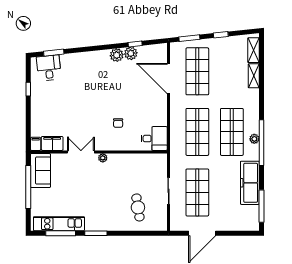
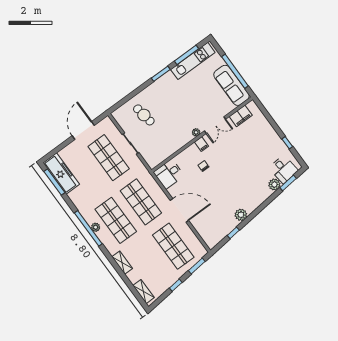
plant: (131, 53) -> (274, 185), moved
shelving: (254, 76) -> (122, 263), moved
door: (168, 78) -> (179, 210), moved
filing cabinet: (36, 144) -> (201, 144), moved
sofa: (40, 171) -> (231, 85), width x1.36
freezer: (250, 183) -> (61, 174), moved

